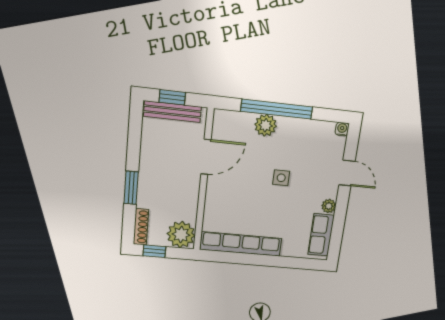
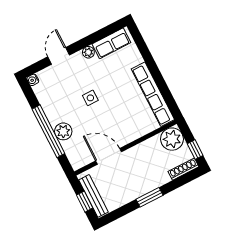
window: (131, 188) -> (149, 197), moved

